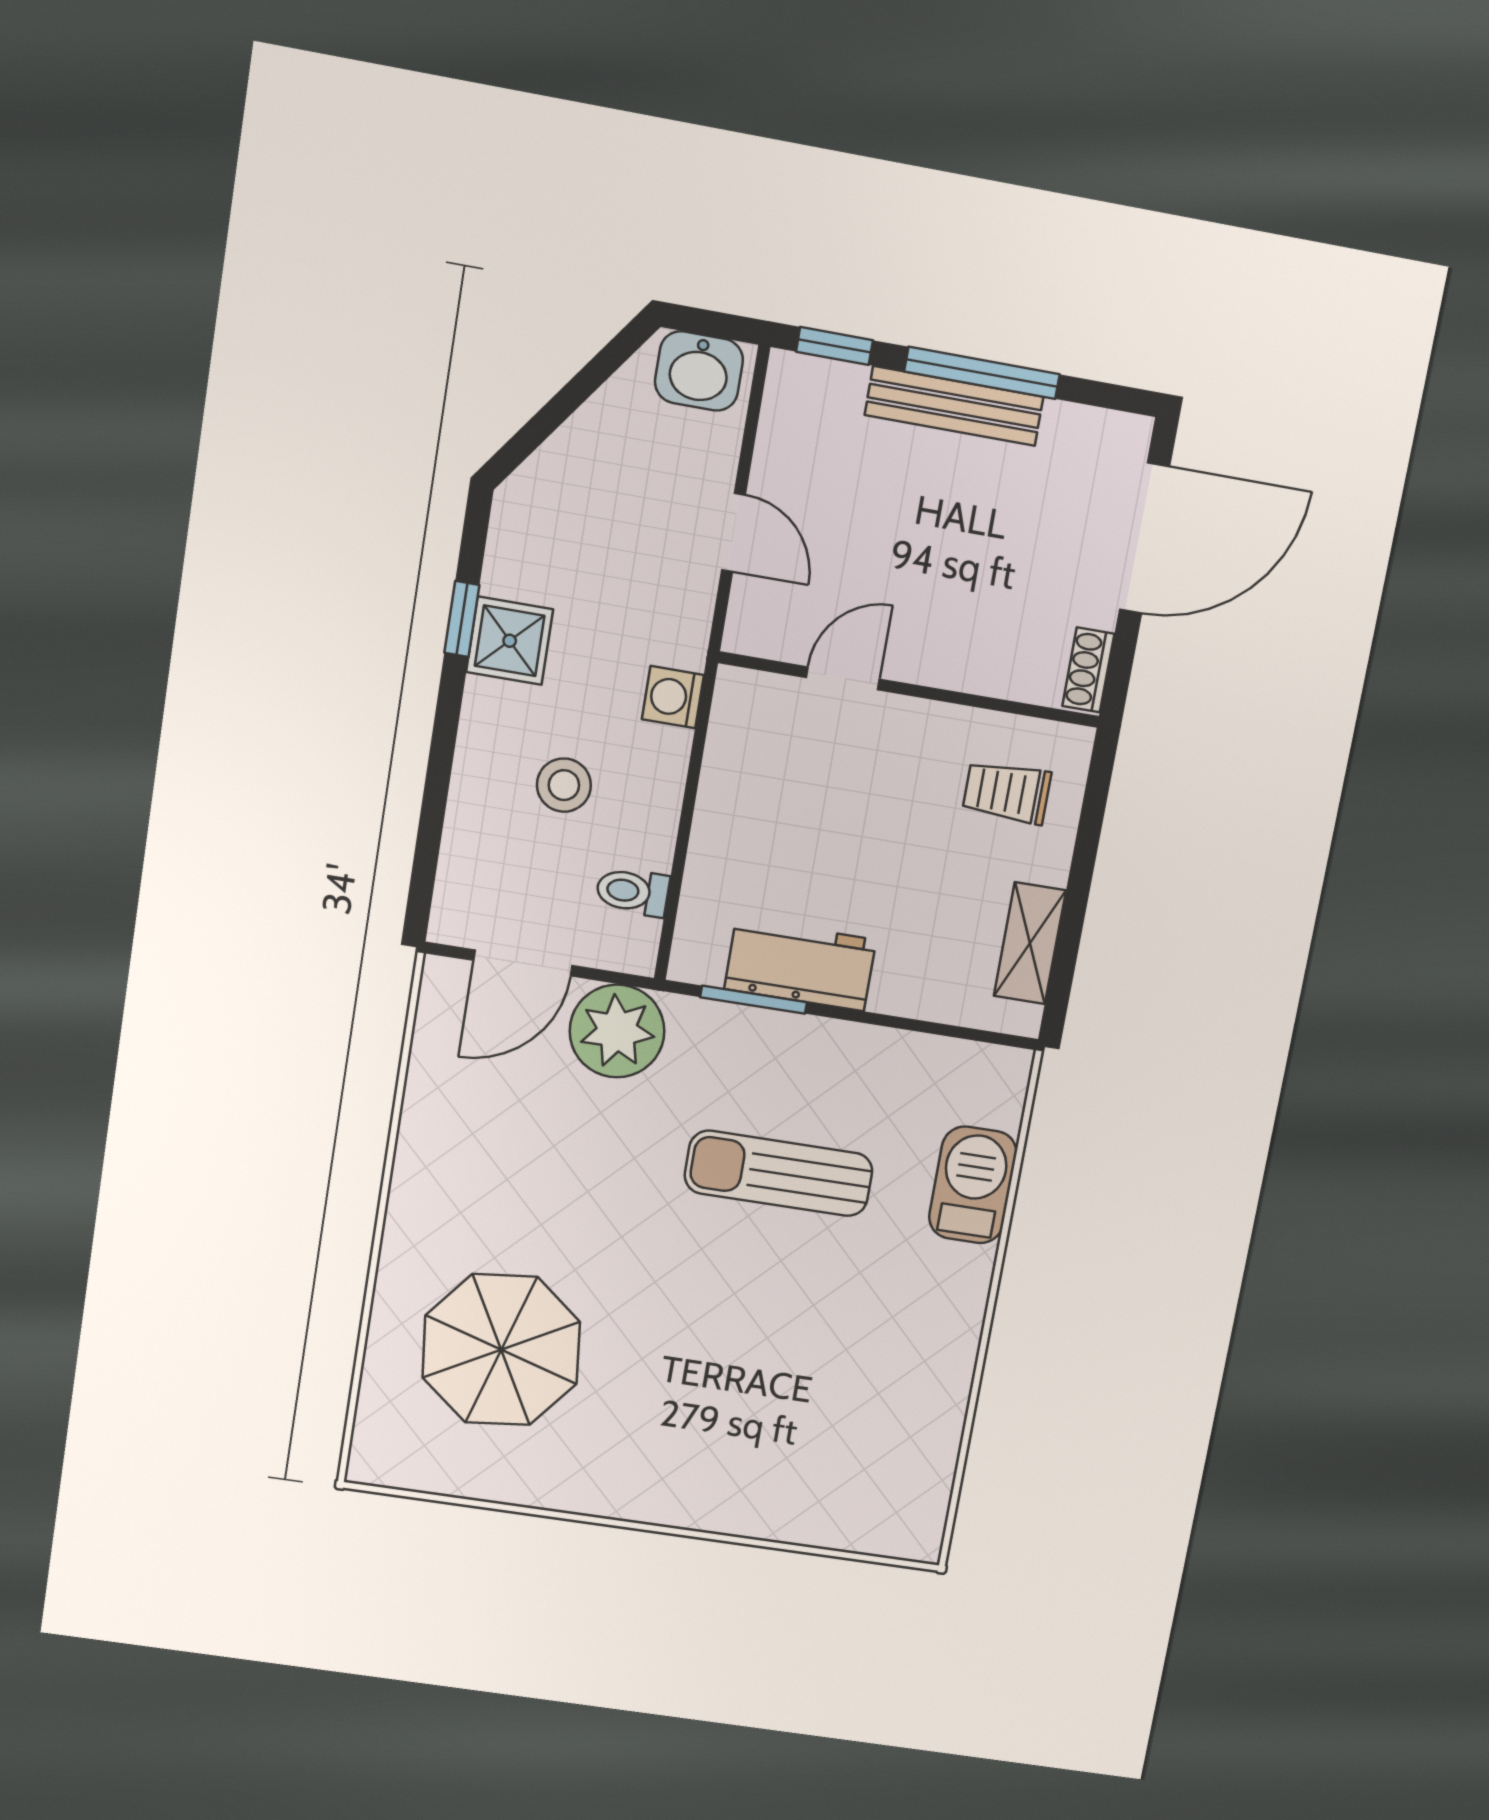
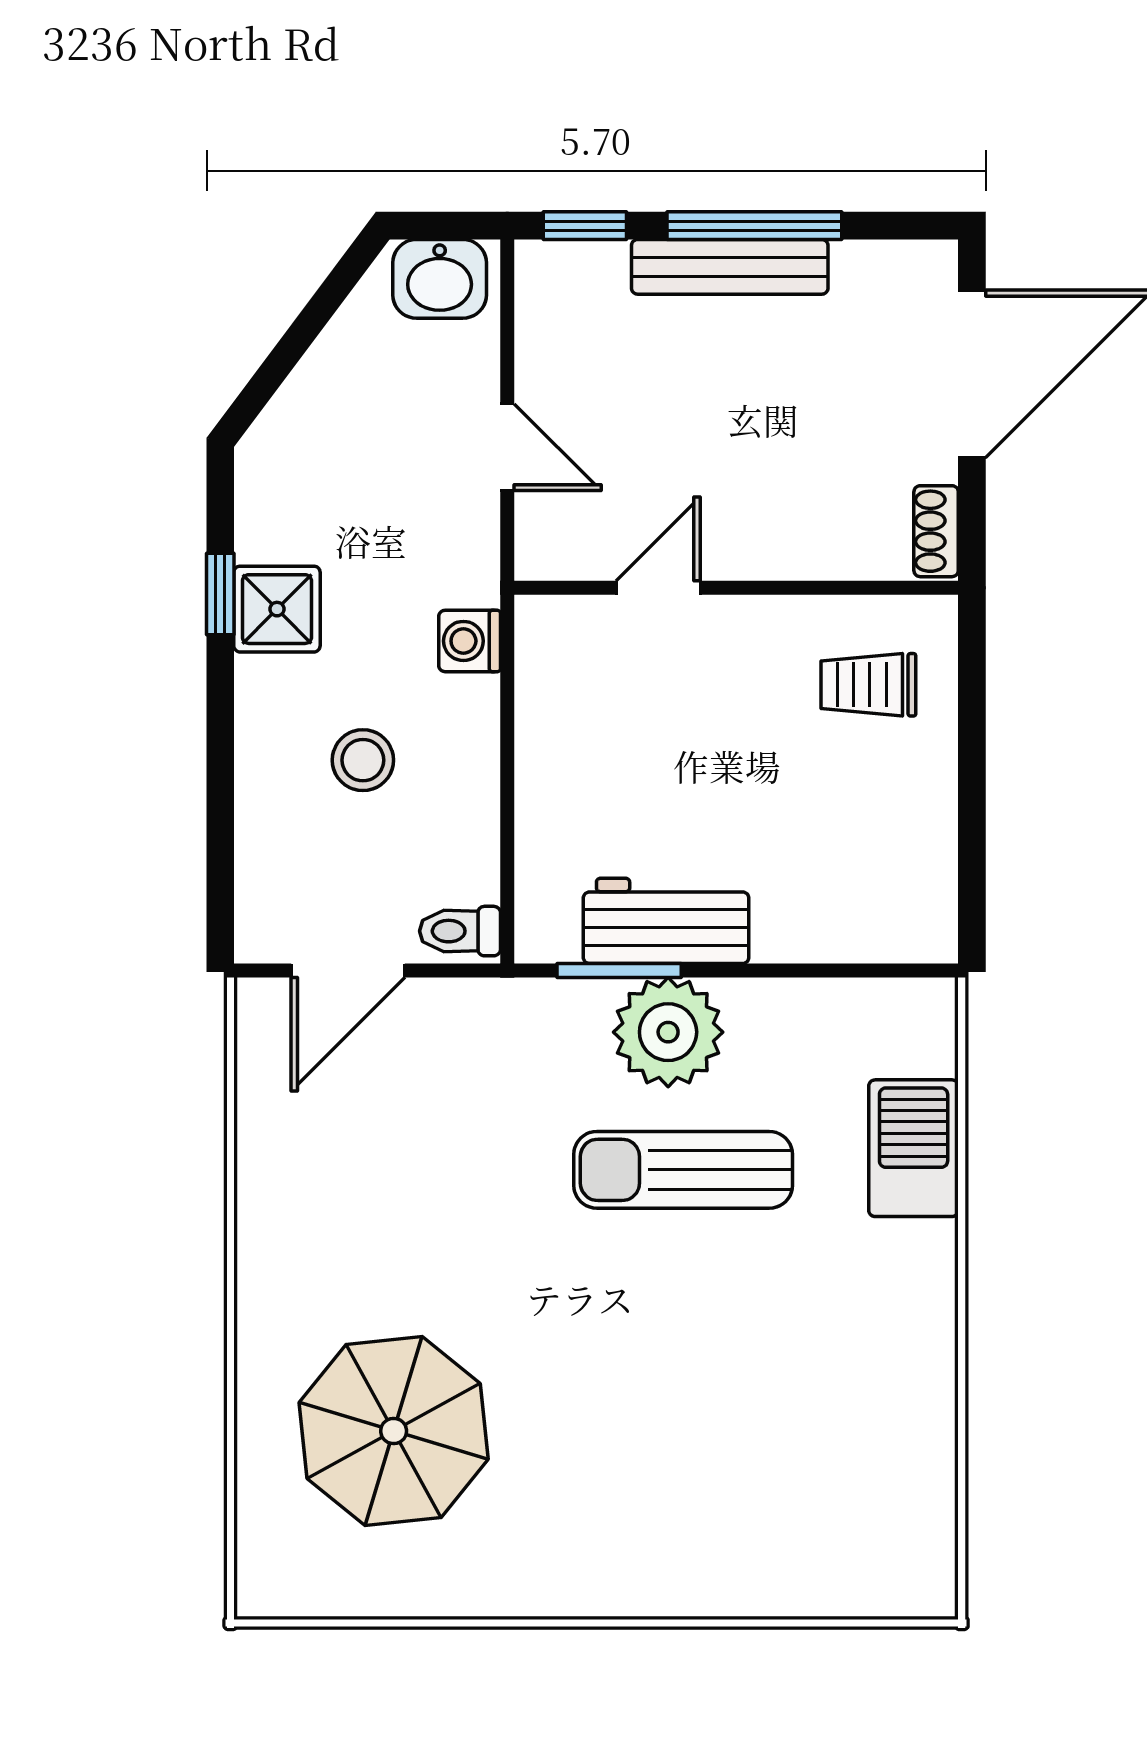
toilet: (633, 892) -> (460, 931), moved
shelving: (1030, 943) -> (928, 854), removed
plant: (617, 1031) -> (668, 1032), moved

